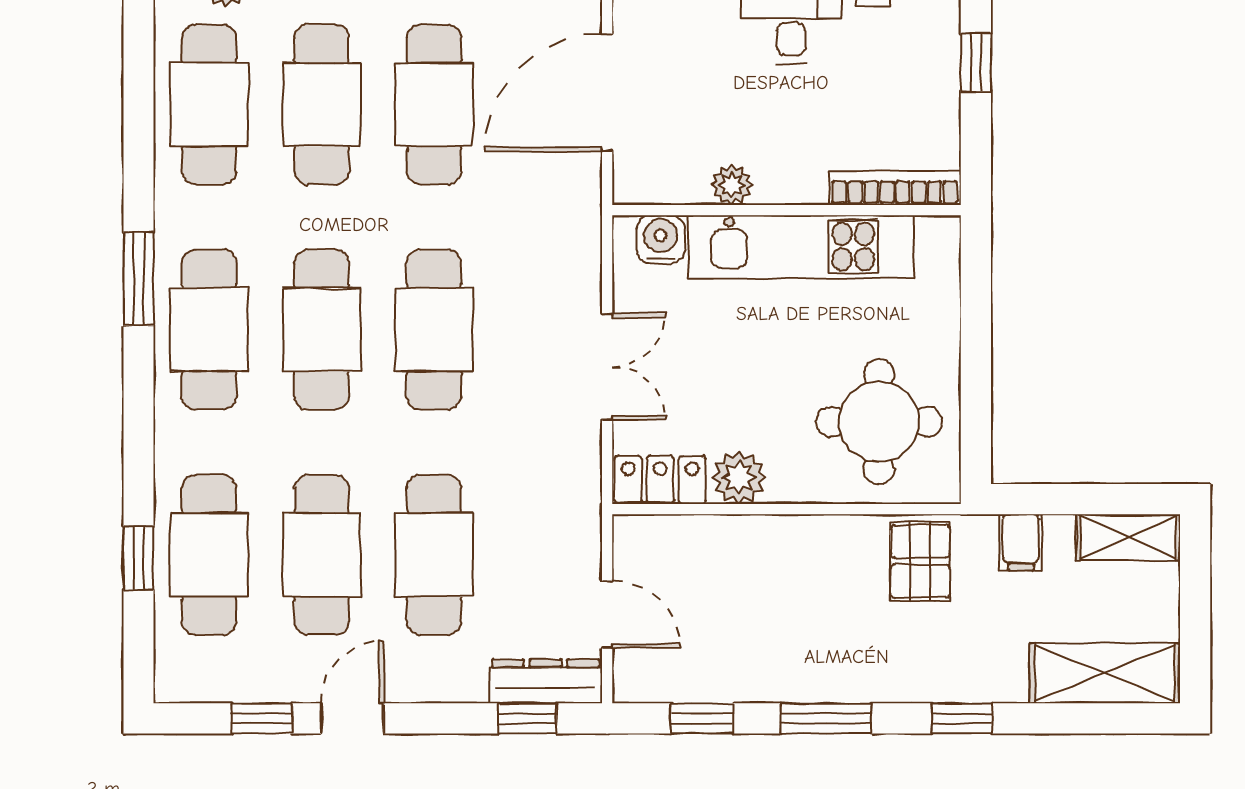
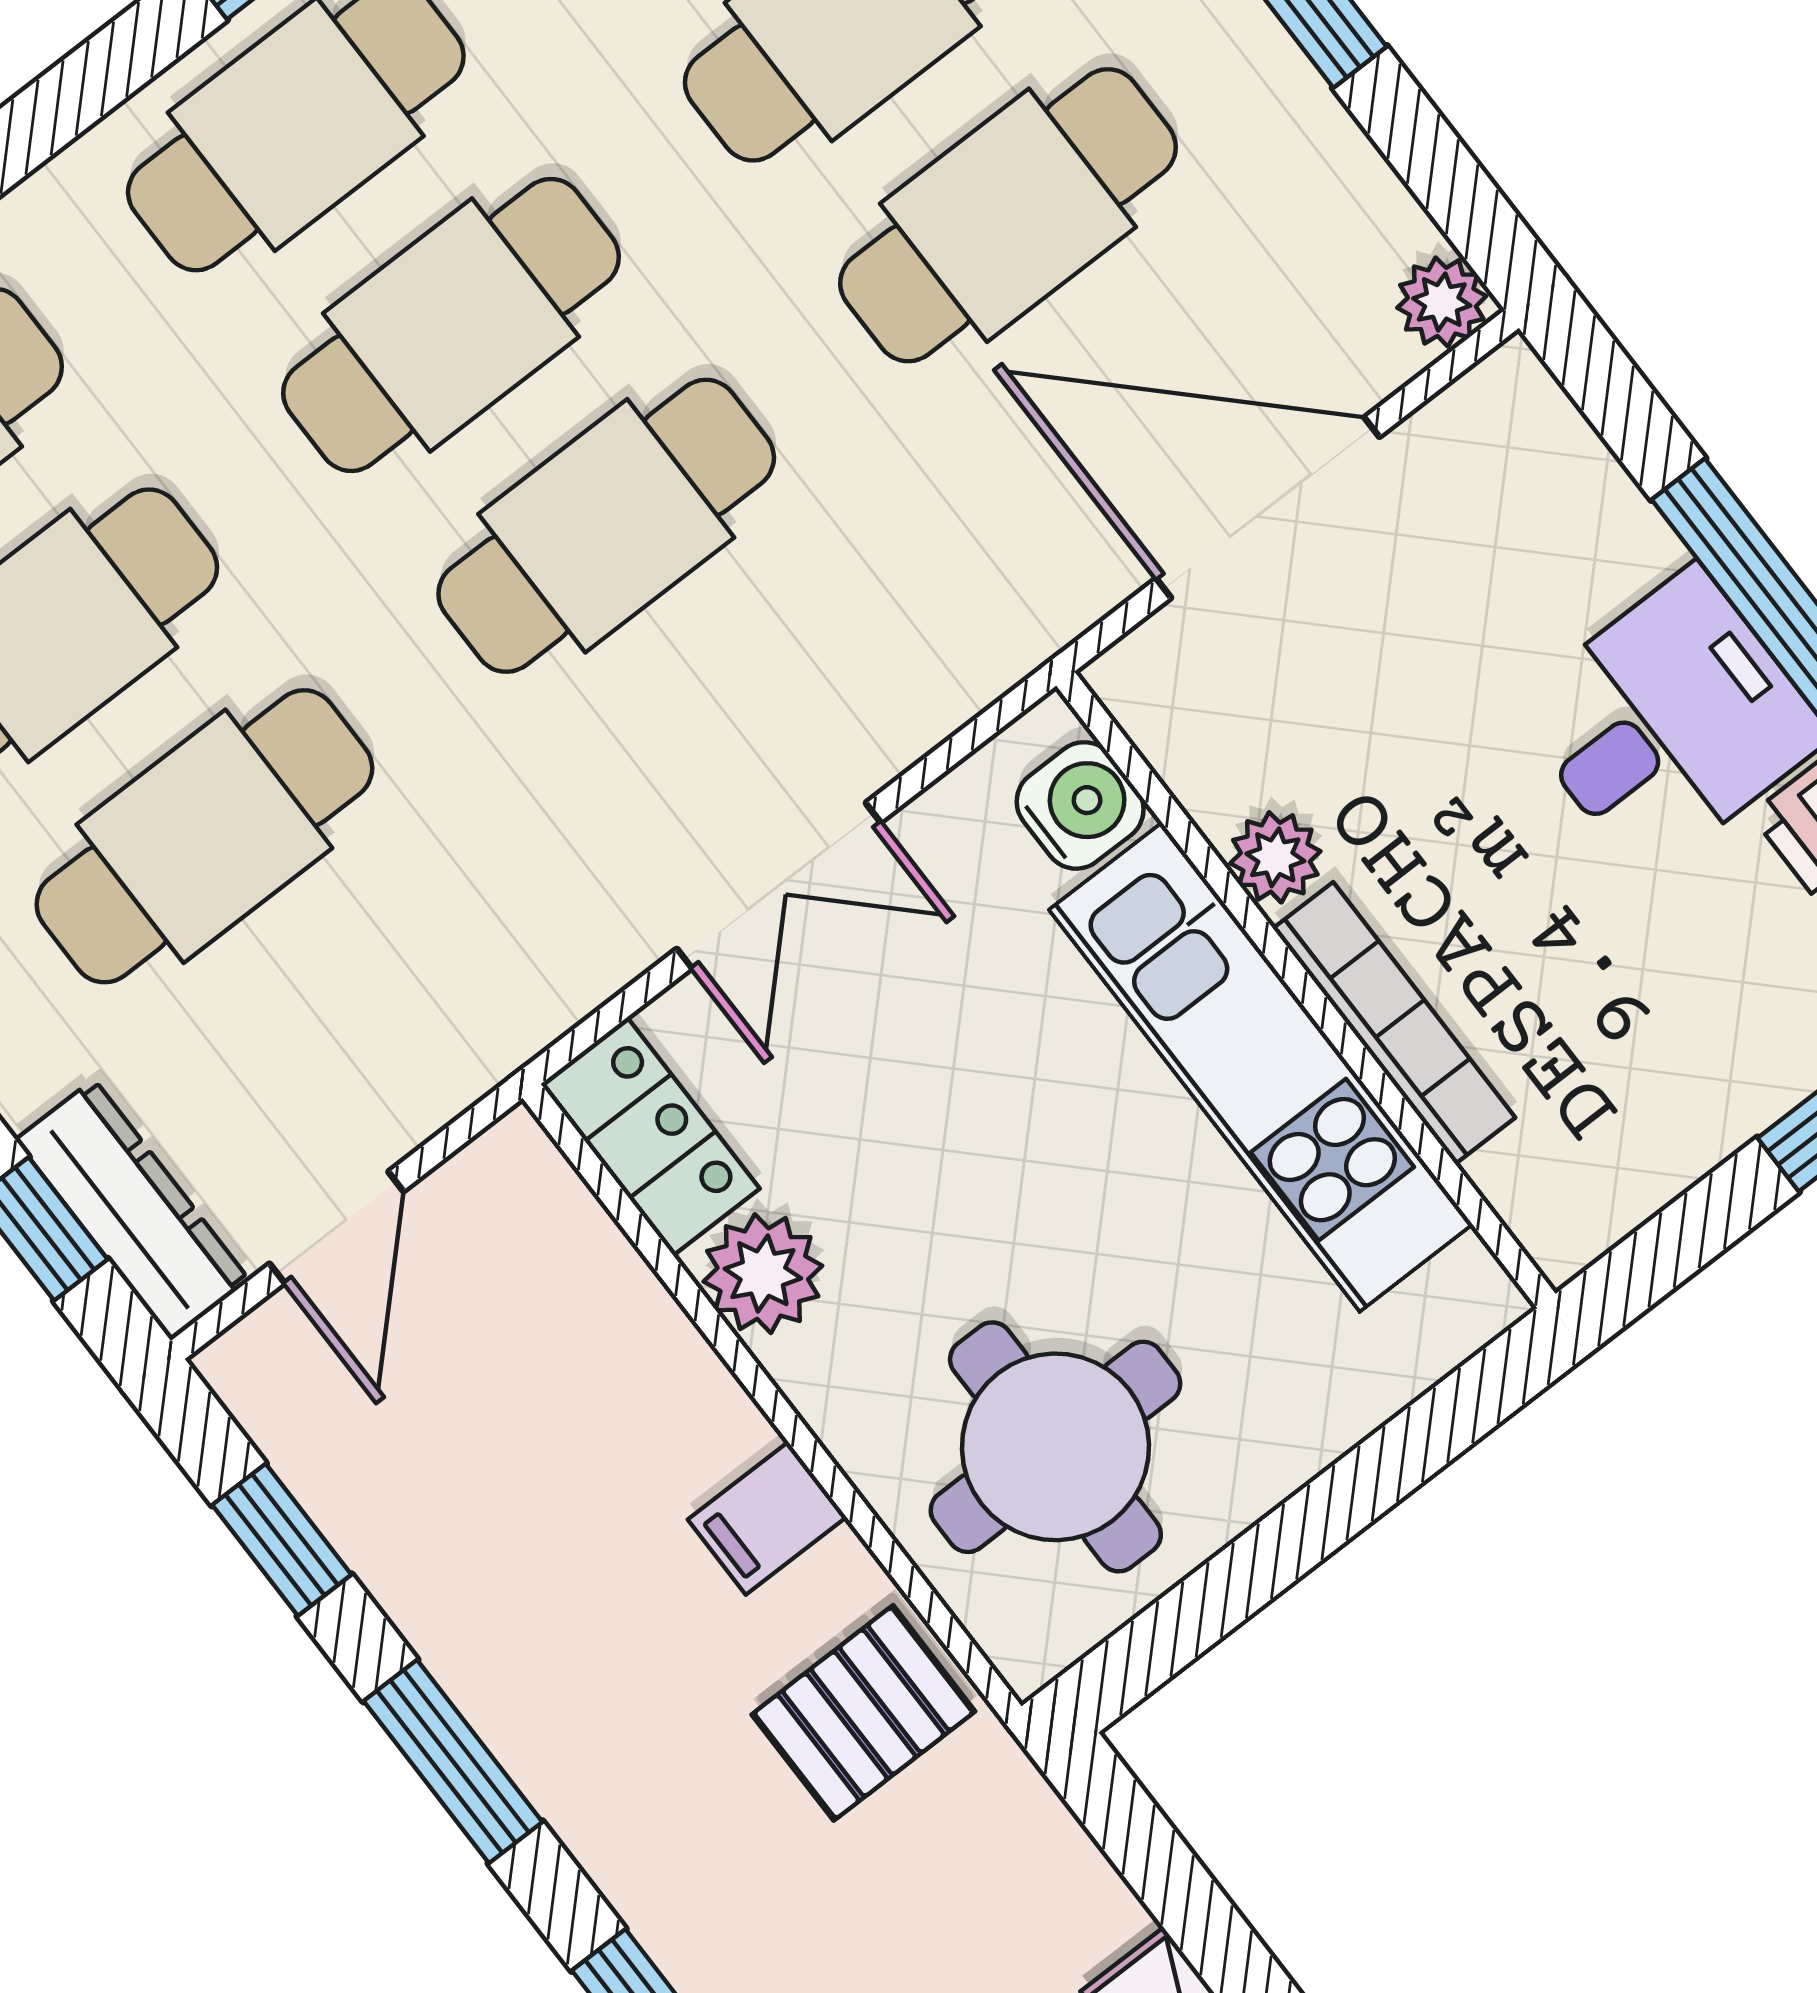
bookcase: (895, 188) -> (1394, 1023), moved
filing cabinet: (1021, 542) -> (767, 1518), moved

